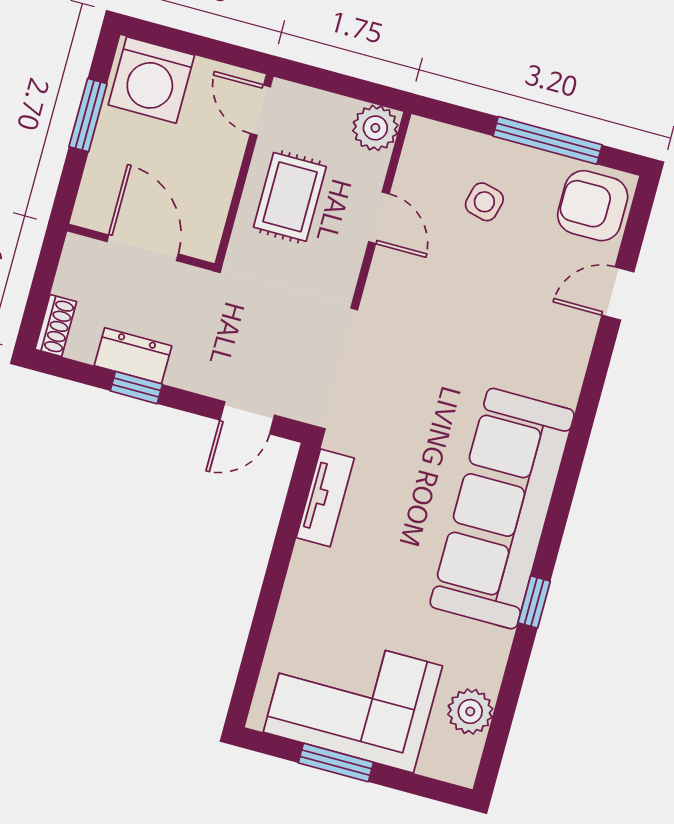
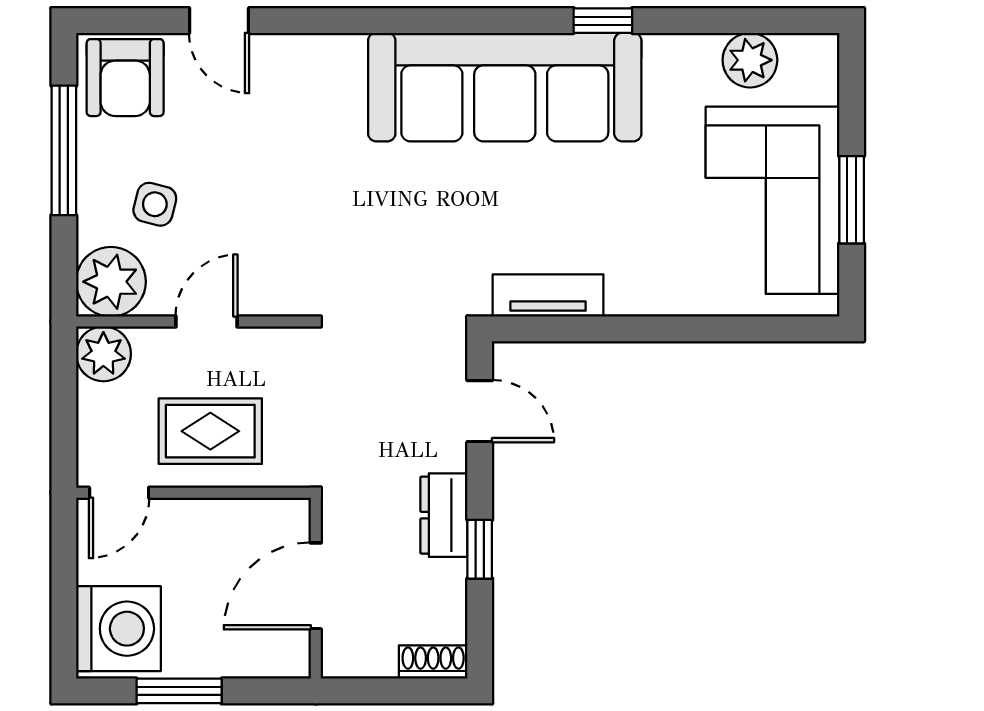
plant: (432, 150) -> (111, 282), added
dresser: (133, 356) -> (444, 515), moved

